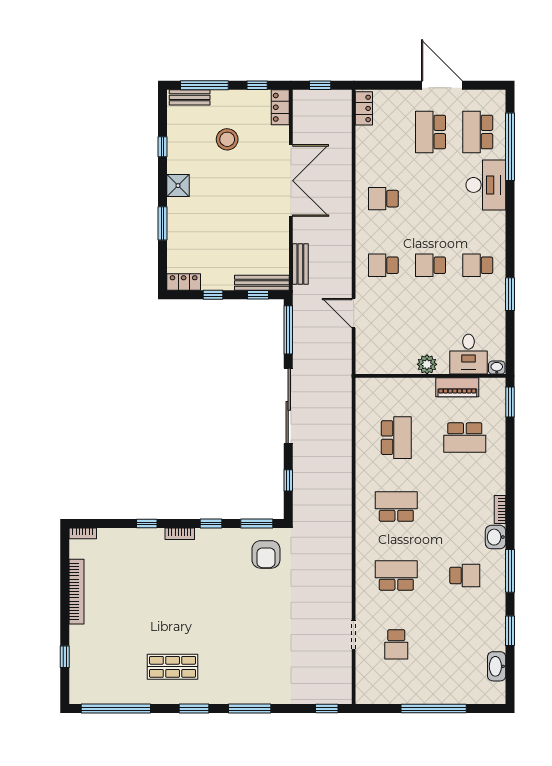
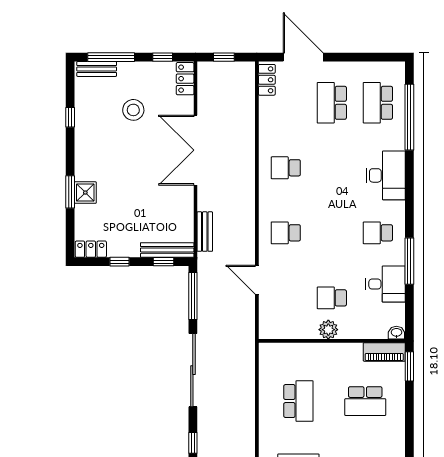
door: (442, 85) -> (303, 57), moved
double door: (291, 181) -> (195, 150), swing flipped
desk: (486, 185) -> (386, 175), moved
shower: (178, 186) -> (85, 193), moved
school desk: (431, 265) -> (332, 298), moved
window: (510, 294) -> (409, 261), width x1.44
desk: (469, 354) -> (385, 284), moved, turned -90
piano: (457, 387) -> (384, 352), moved

